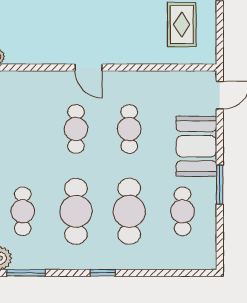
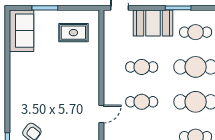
door: (89, 67) -> (101, 114), moved

